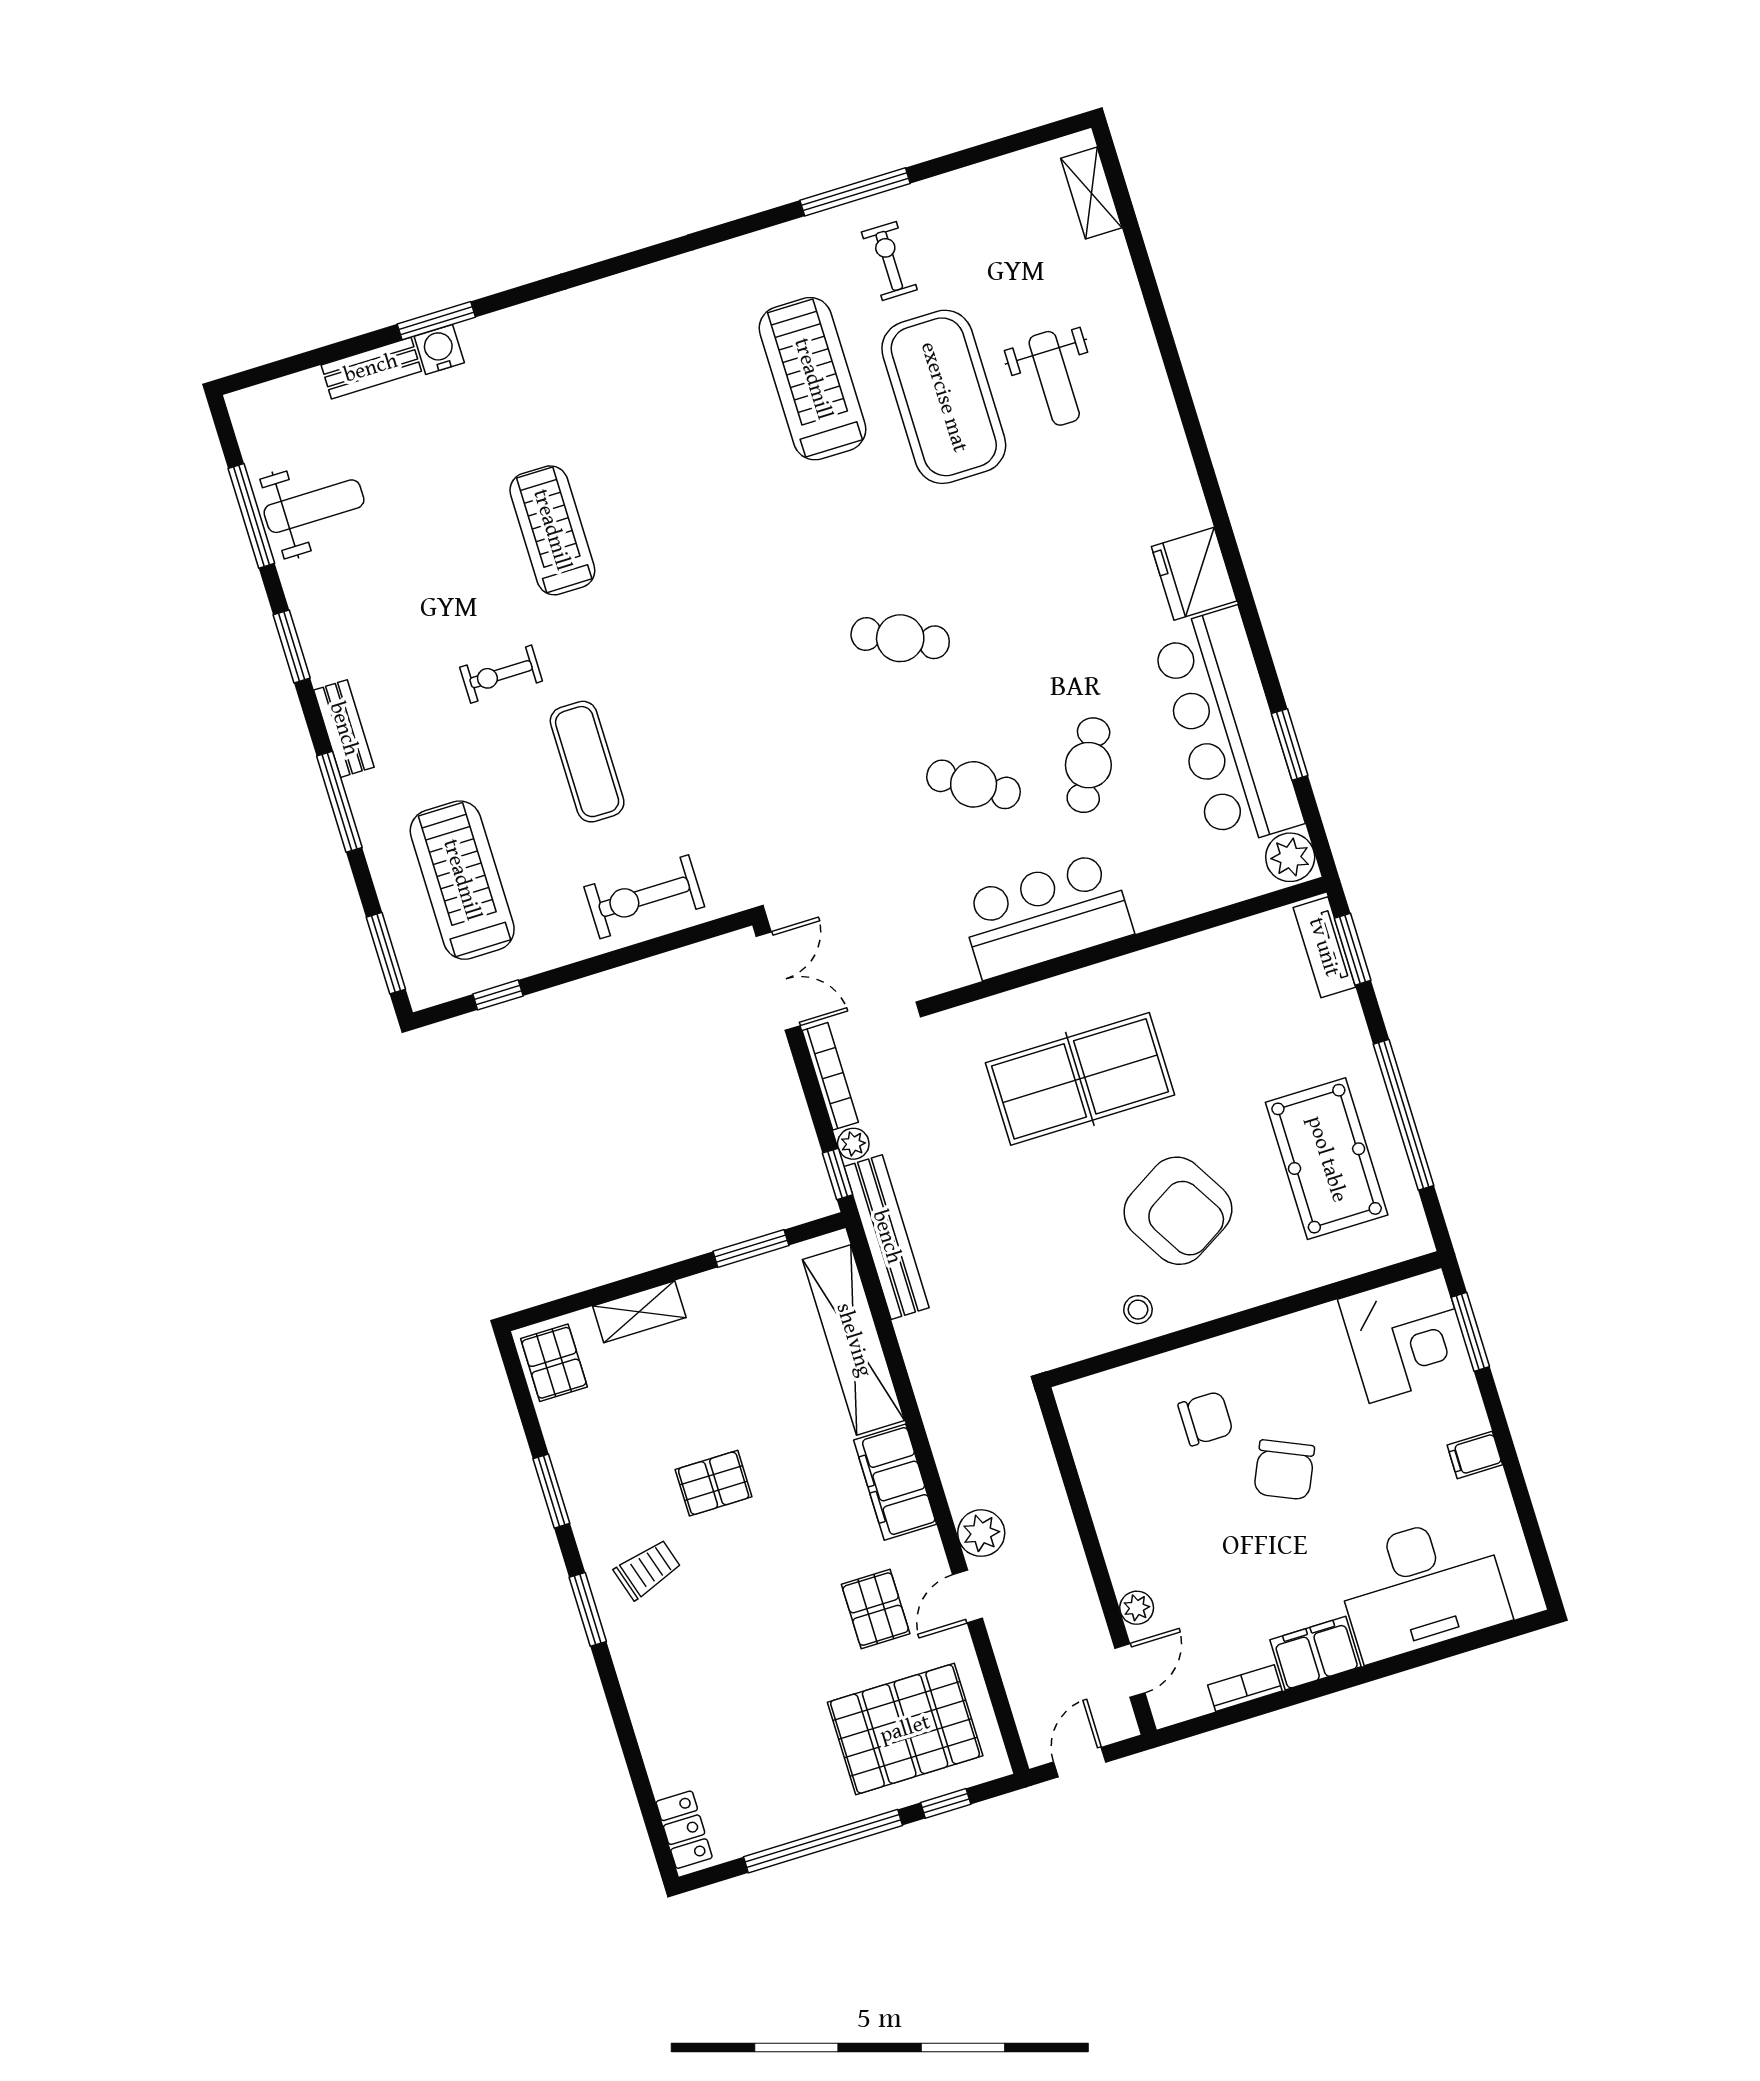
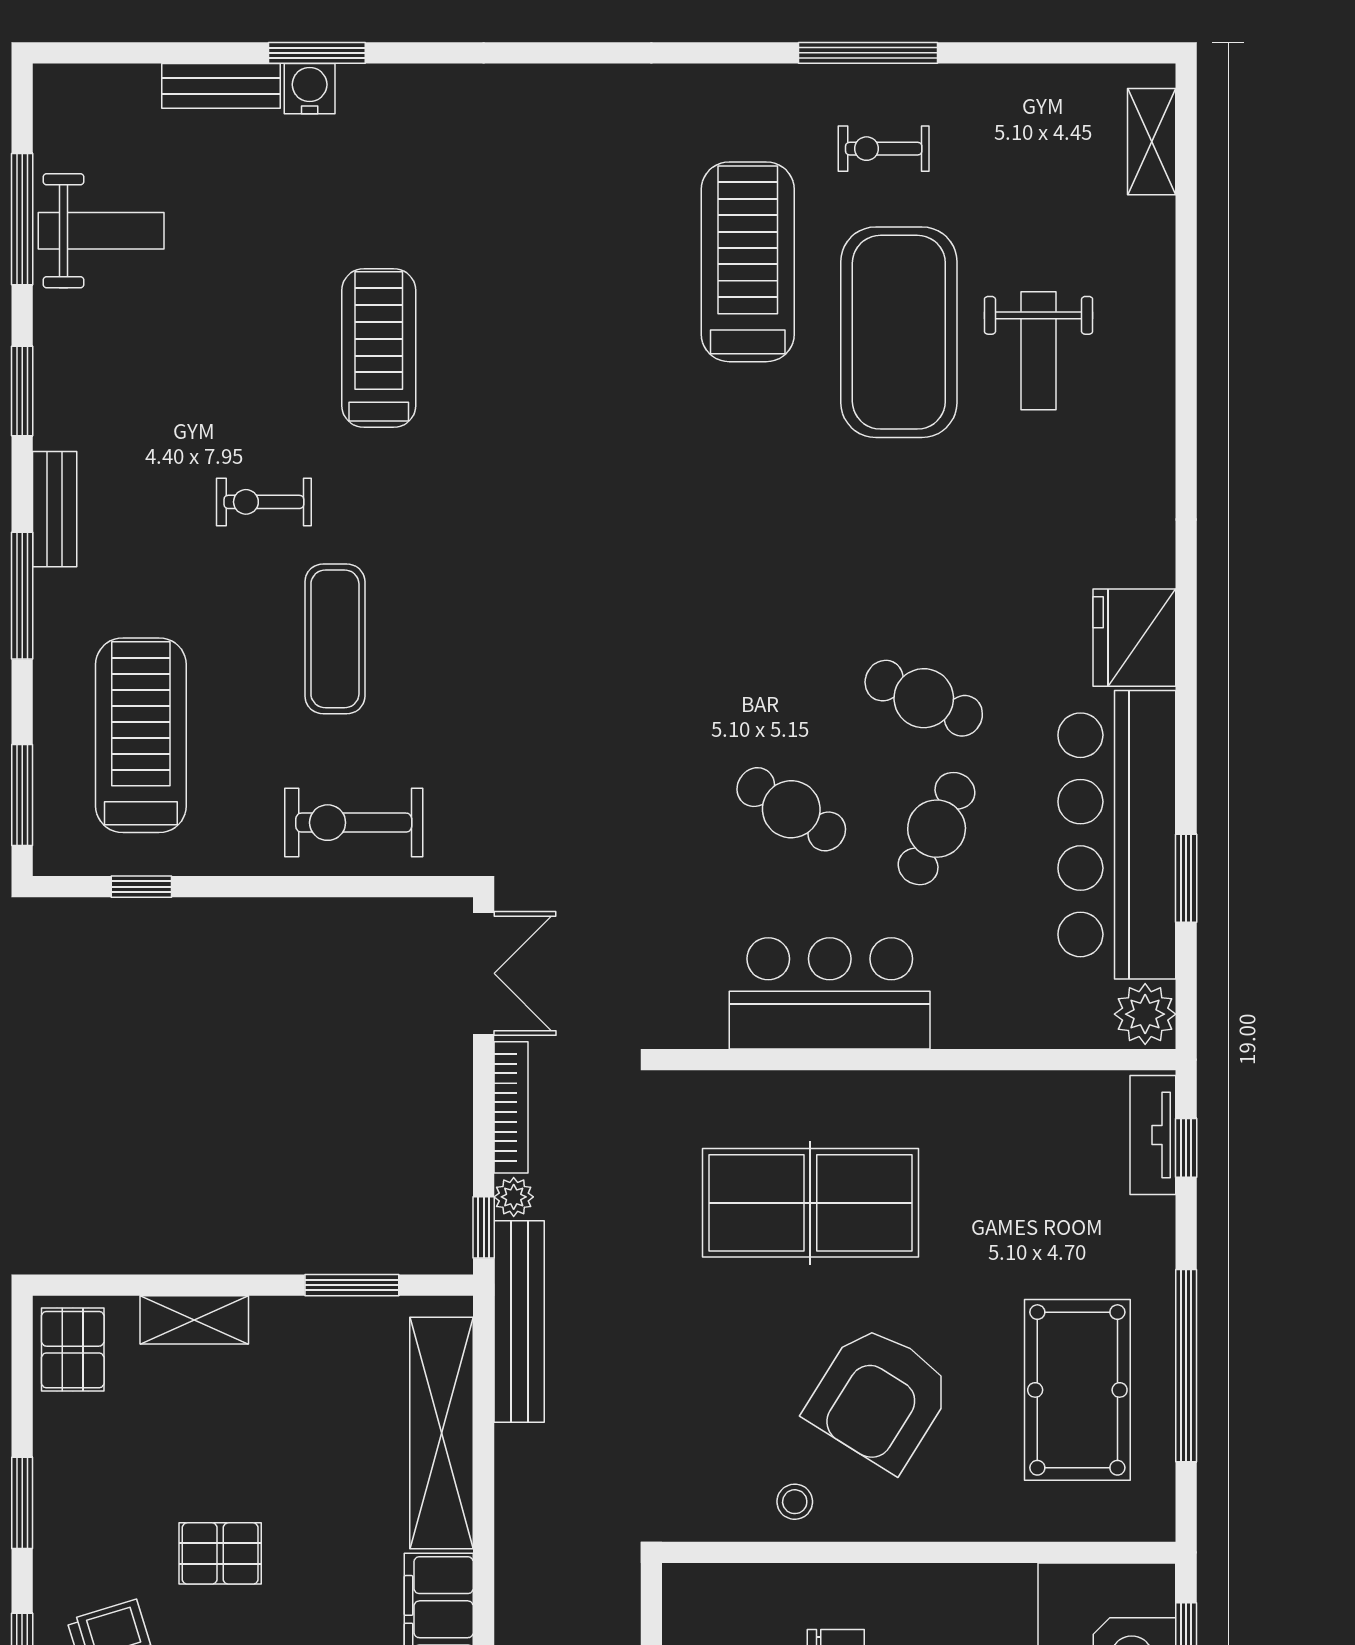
exercise bike: (889, 261) -> (884, 149), turned -90
cafe table: (900, 638) -> (924, 698), moved
window: (1353, 949) -> (1186, 1148), width x0.67
armchair: (1178, 1211) -> (879, 1398), turned 63

